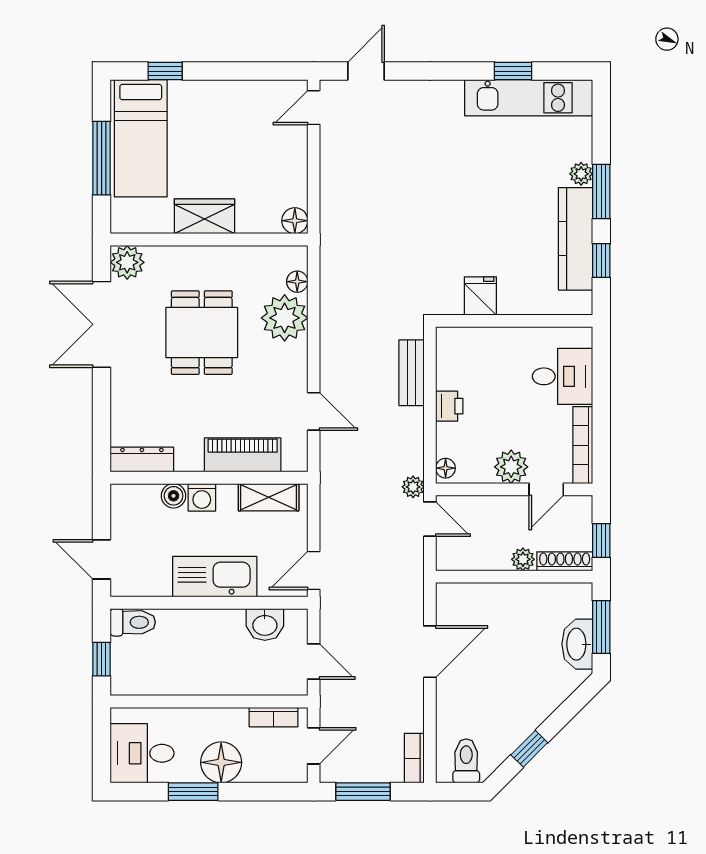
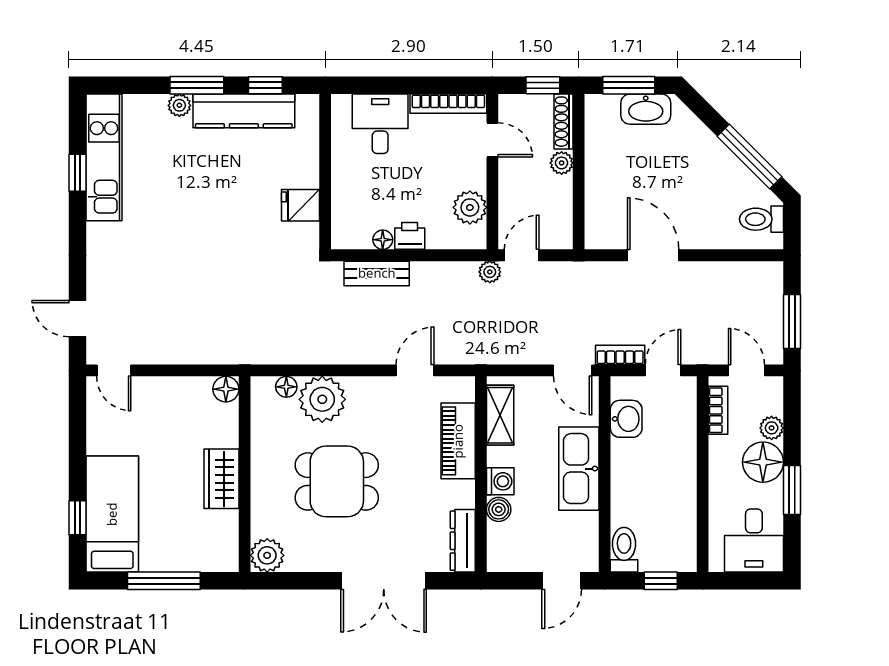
bed: (141, 138) -> (112, 514), moved, turned -90
double door: (102, 324) -> (384, 581), moved
plant: (511, 467) -> (470, 207), moved
floor lamp: (446, 468) -> (383, 240), moved
window: (529, 749) -> (750, 157), width x2.17
bookcase: (414, 758) -> (620, 355), moved, turned 180
plant: (256, 771) -> (772, 428), added

